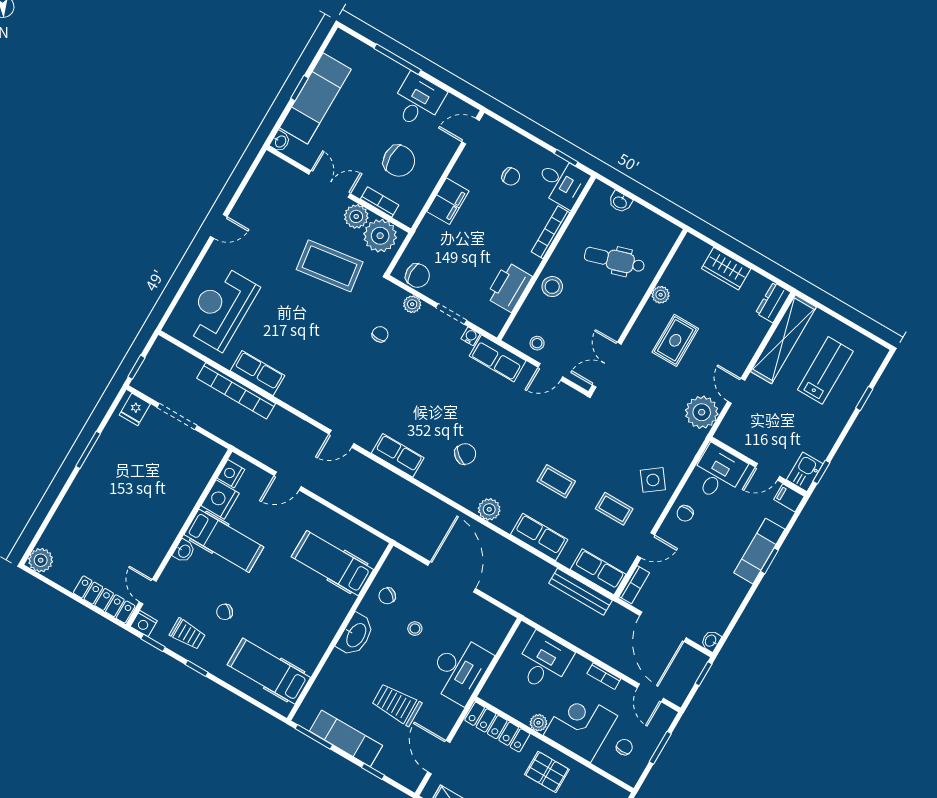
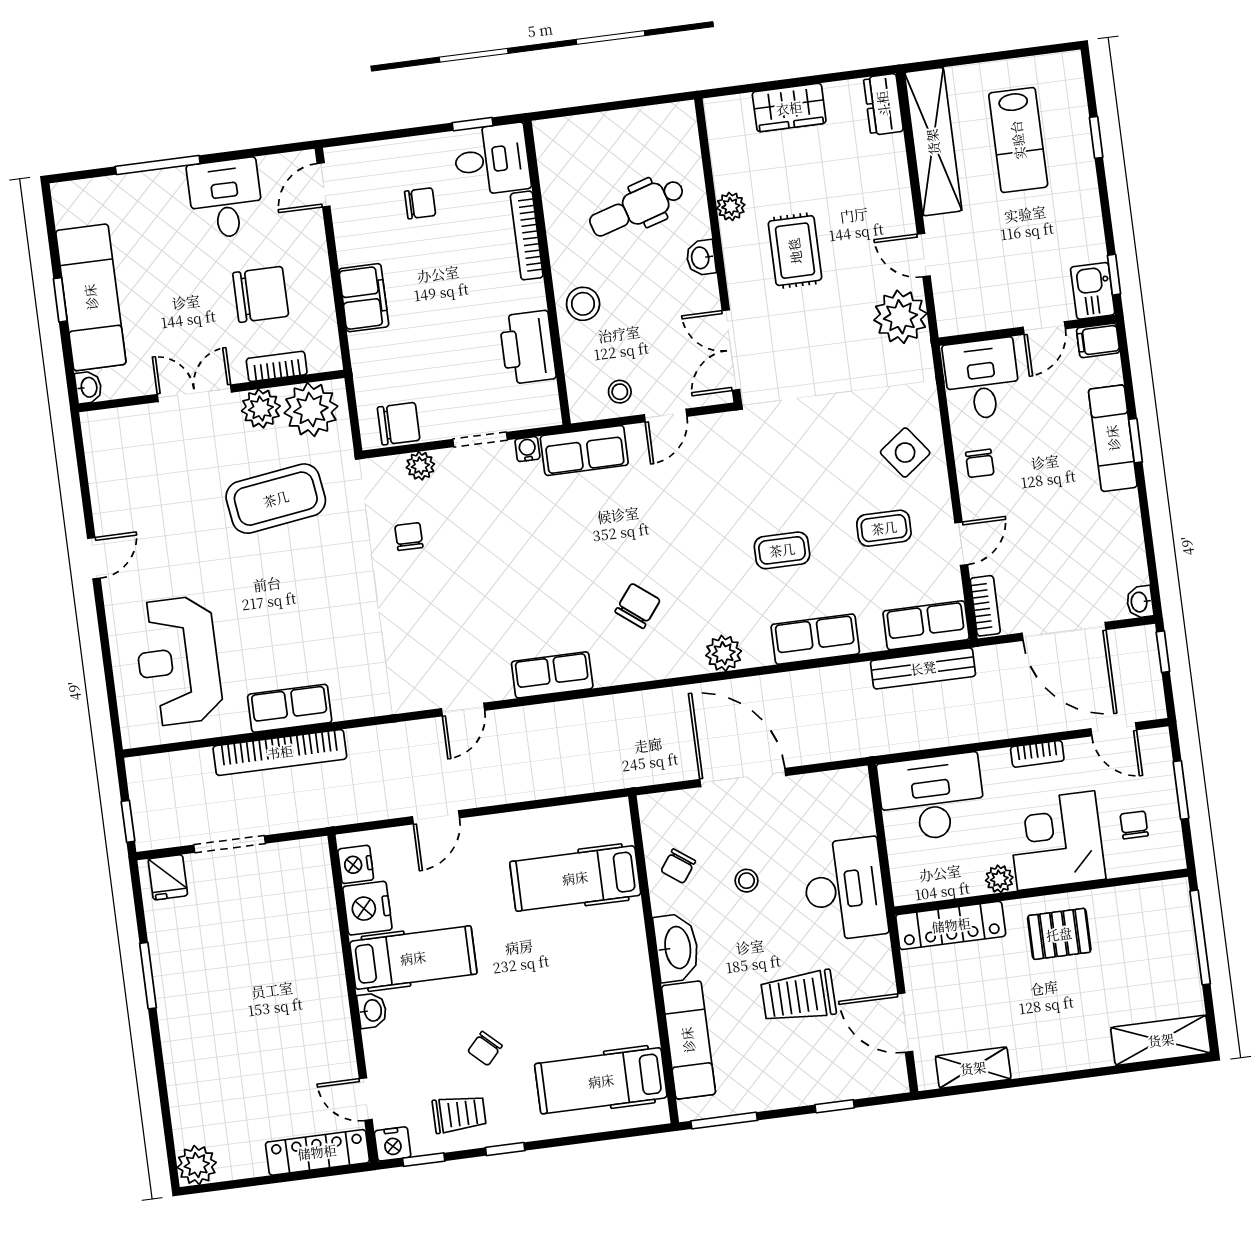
washbasin: (620, 202) -> (701, 258), moved, turned 90
lab bench: (825, 370) -> (1018, 140), turned 180
desk: (544, 662) -> (932, 798), width x1.37
exam couch: (346, 738) -> (688, 1040), moved, turned 90

